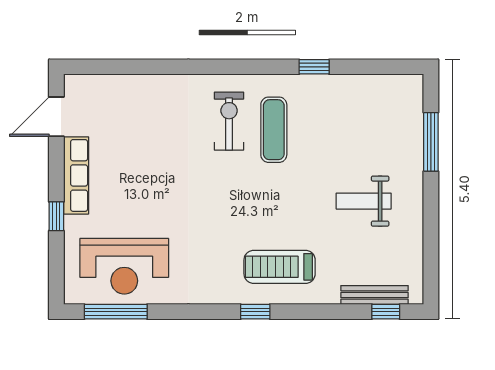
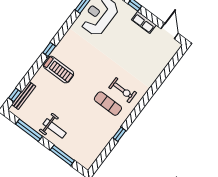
row of seats: (76, 175) -> (144, 22), width x0.68
weight bench: (364, 201) -> (55, 128), moved, turned 90
window: (431, 238) -> (29, 130), added
treadmill: (280, 267) -> (58, 70), turned 90

